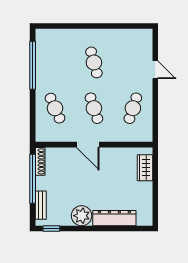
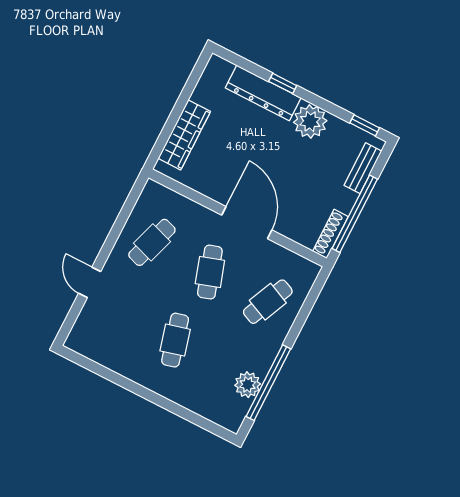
plant: (43, 58) -> (248, 385), added
cafe table: (55, 108) -> (268, 302), turned 48
door: (88, 145) -> (247, 223), width x1.36
wardrobe: (145, 168) -> (184, 135), width x1.50
window: (107, 229) -> (283, 83), added

